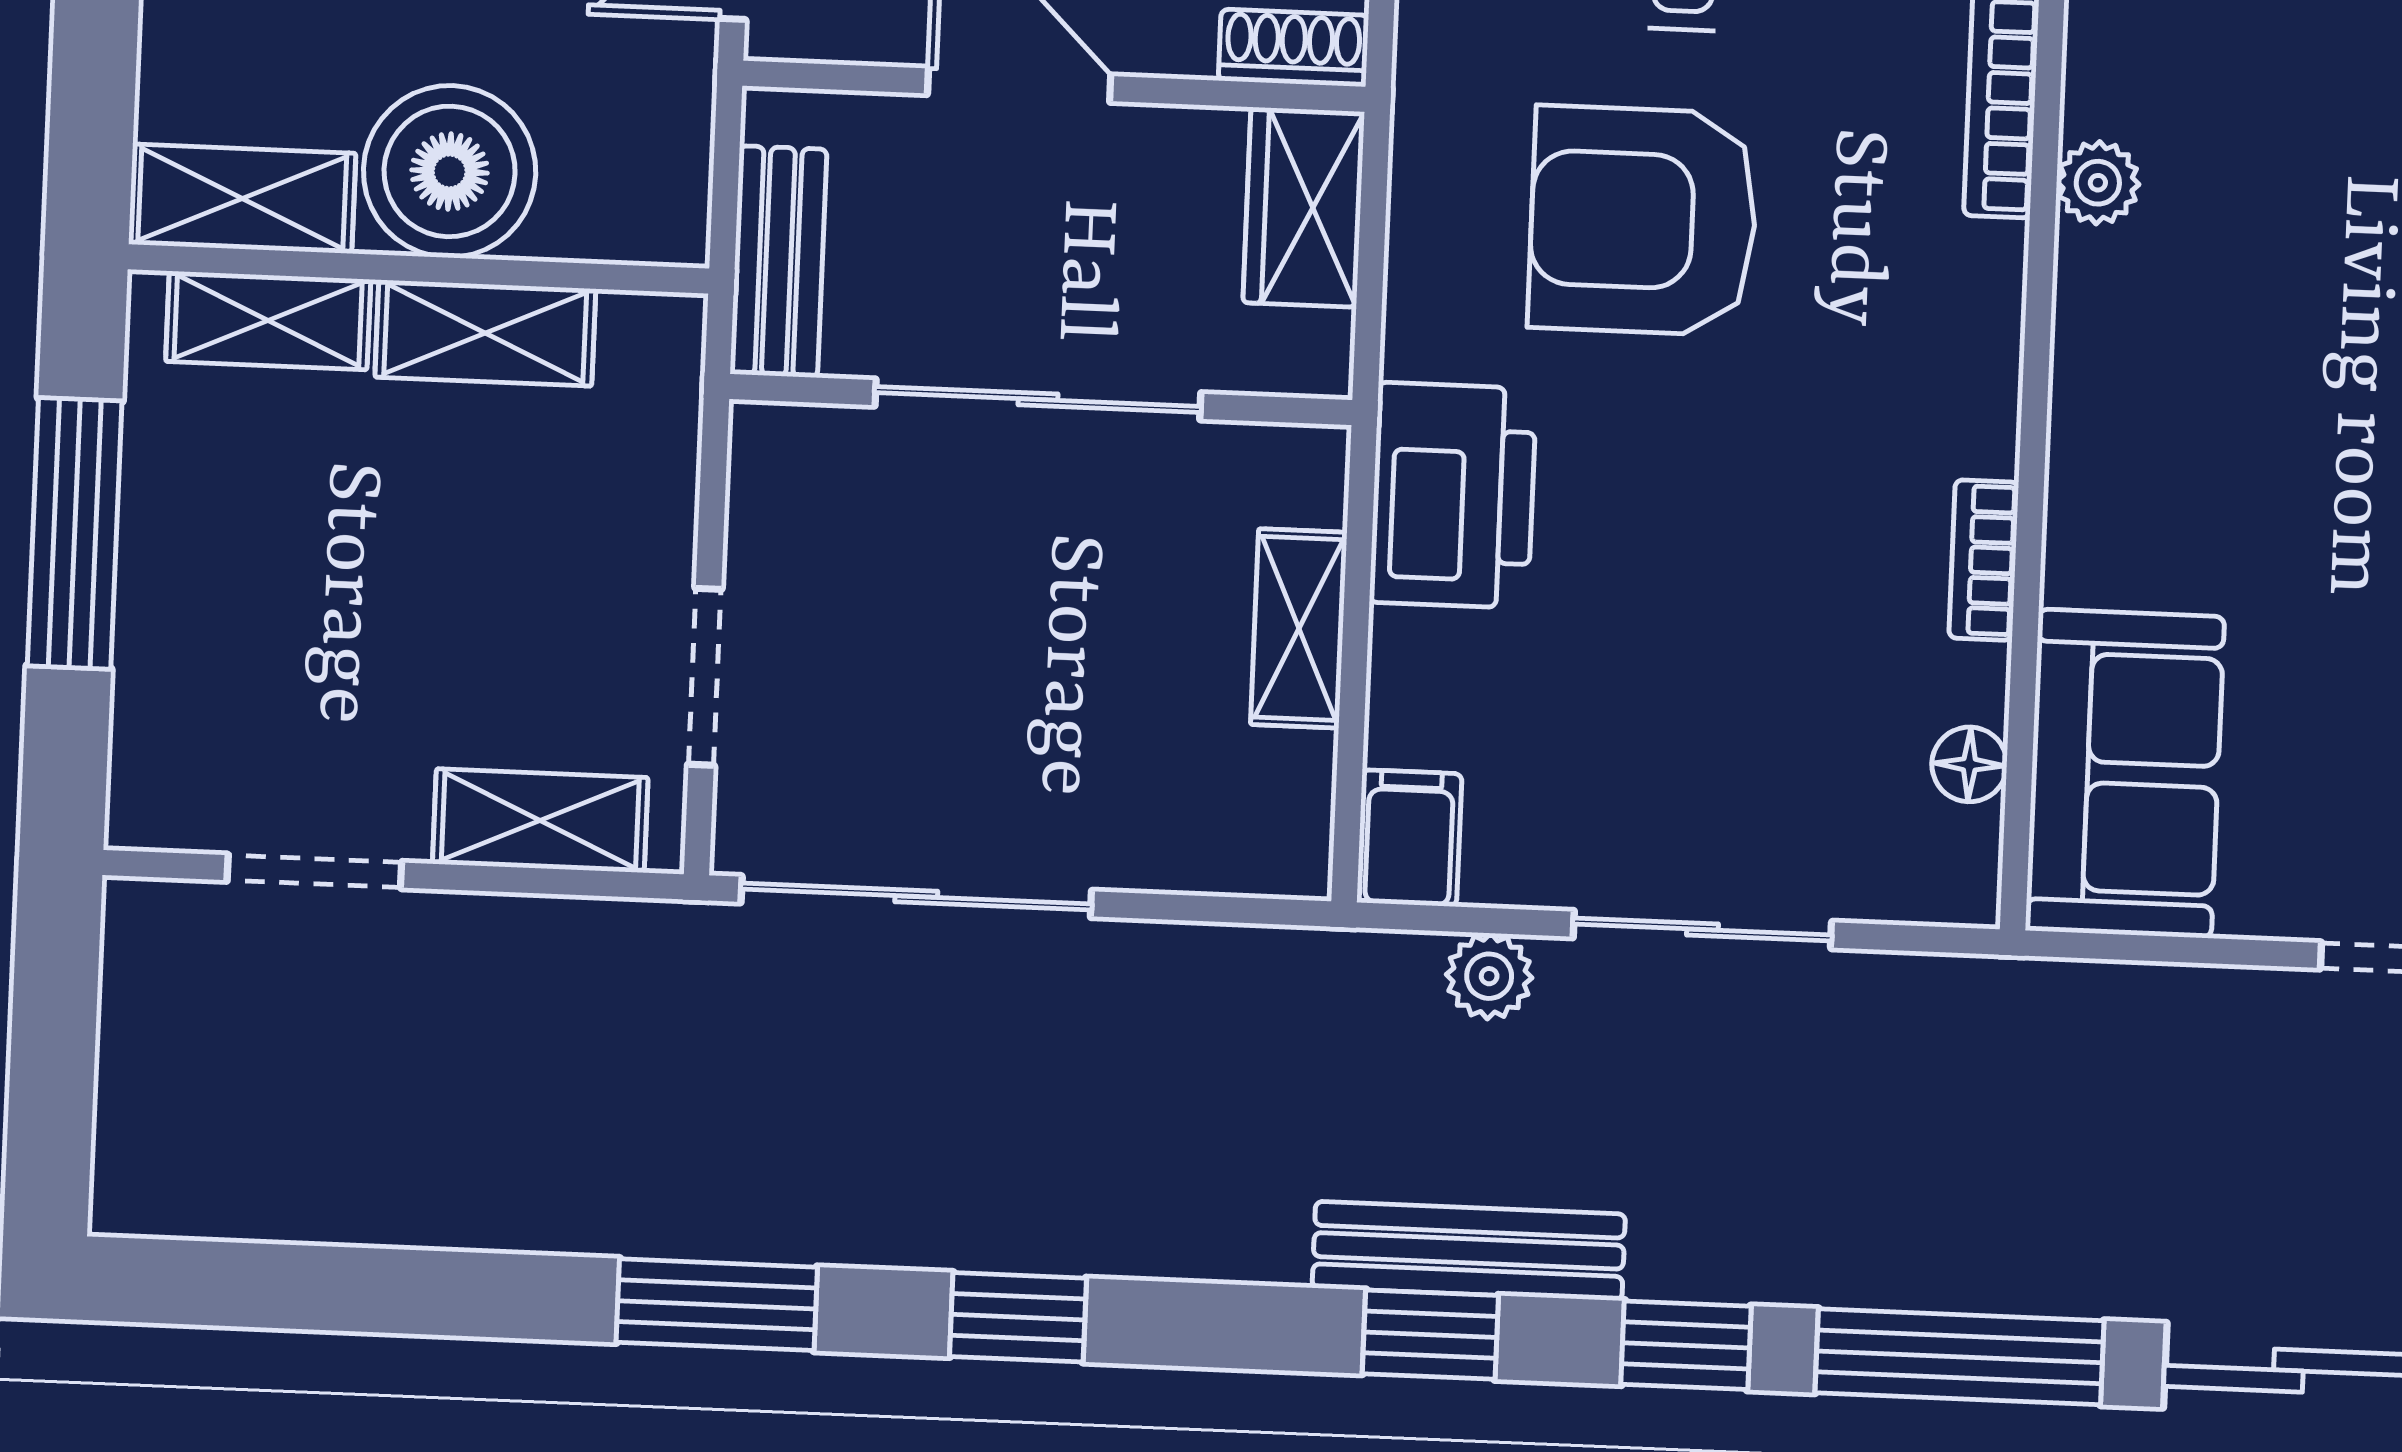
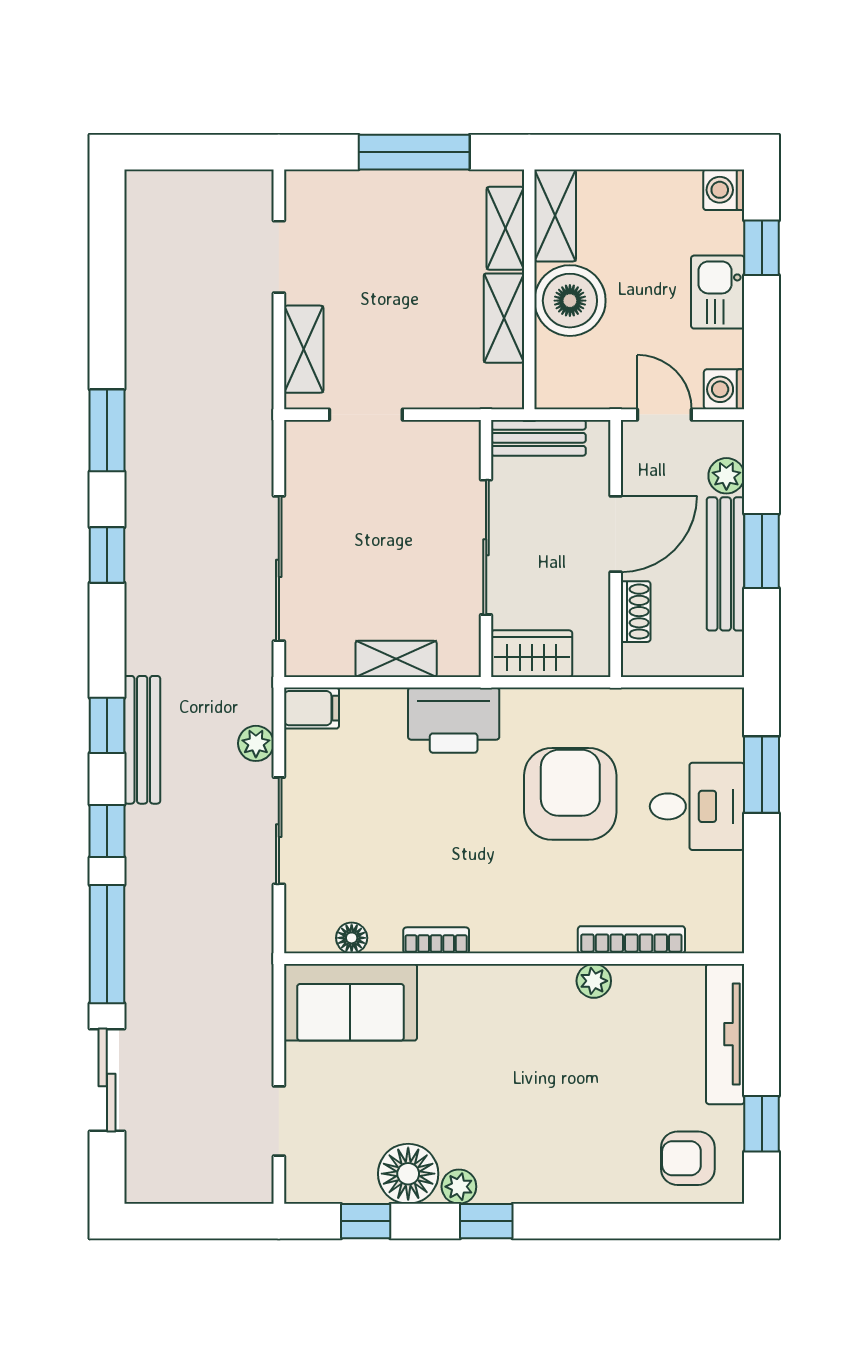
shoe rack: (1293, 48) -> (636, 612), moved
wardrobe: (1304, 207) -> (532, 654), moved
sliding door: (916, 897) -> (279, 568), moved

